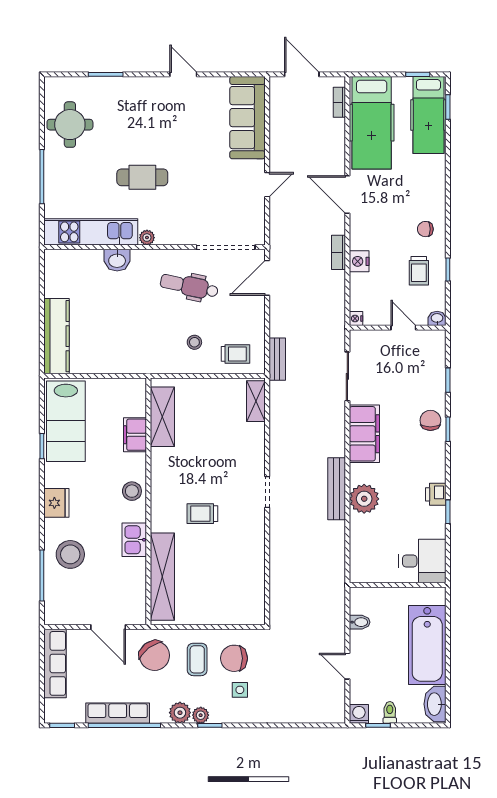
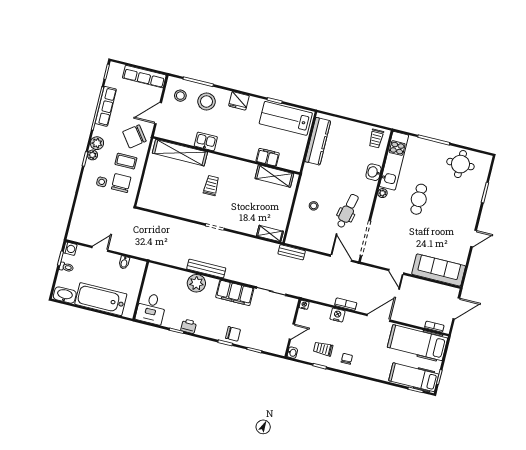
kitchen counter: (57, 336) -> (318, 141), moved, turned -90
trolley: (235, 354) -> (376, 138), moved
stool: (132, 491) -> (180, 96), moved

